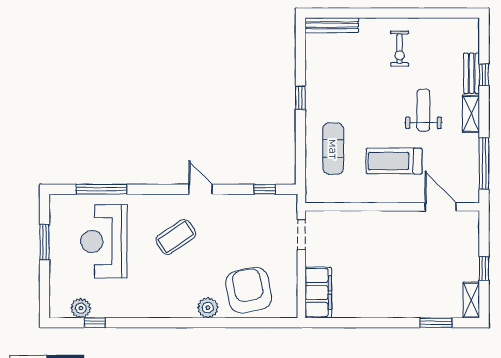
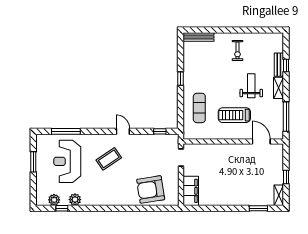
armchair: (249, 290) -> (151, 189), turned -88
plant: (208, 308) -> (75, 200), moved

